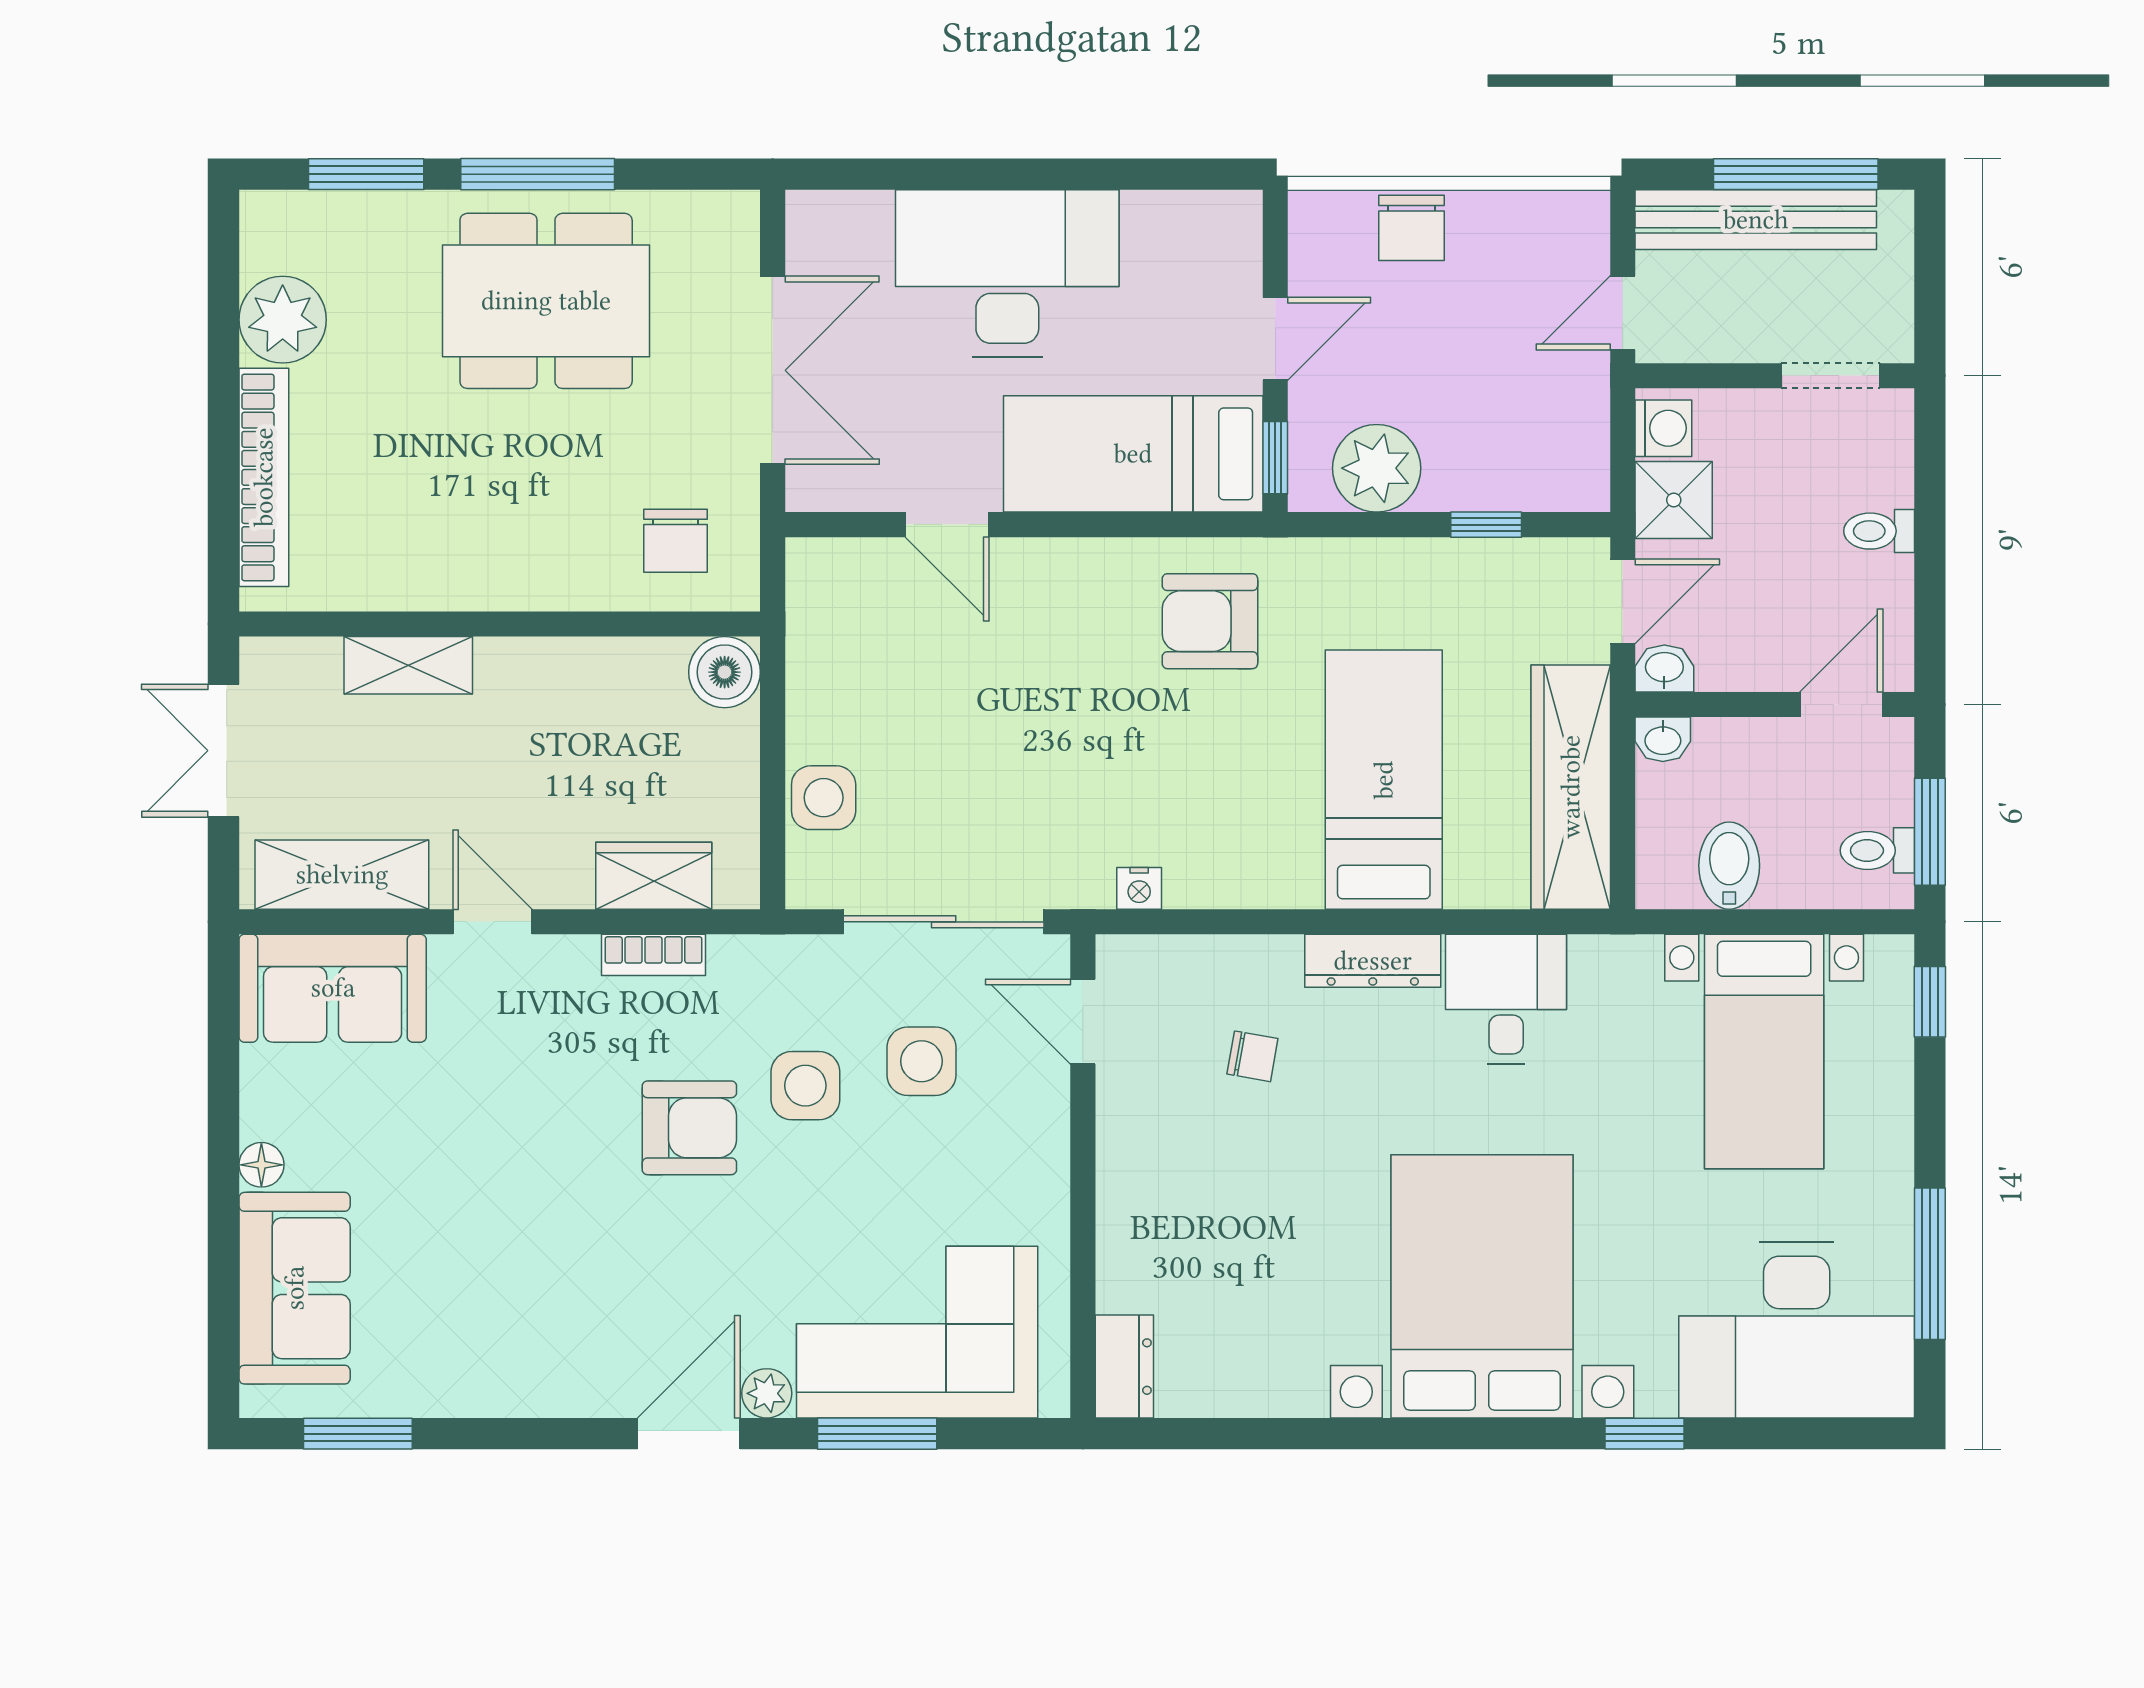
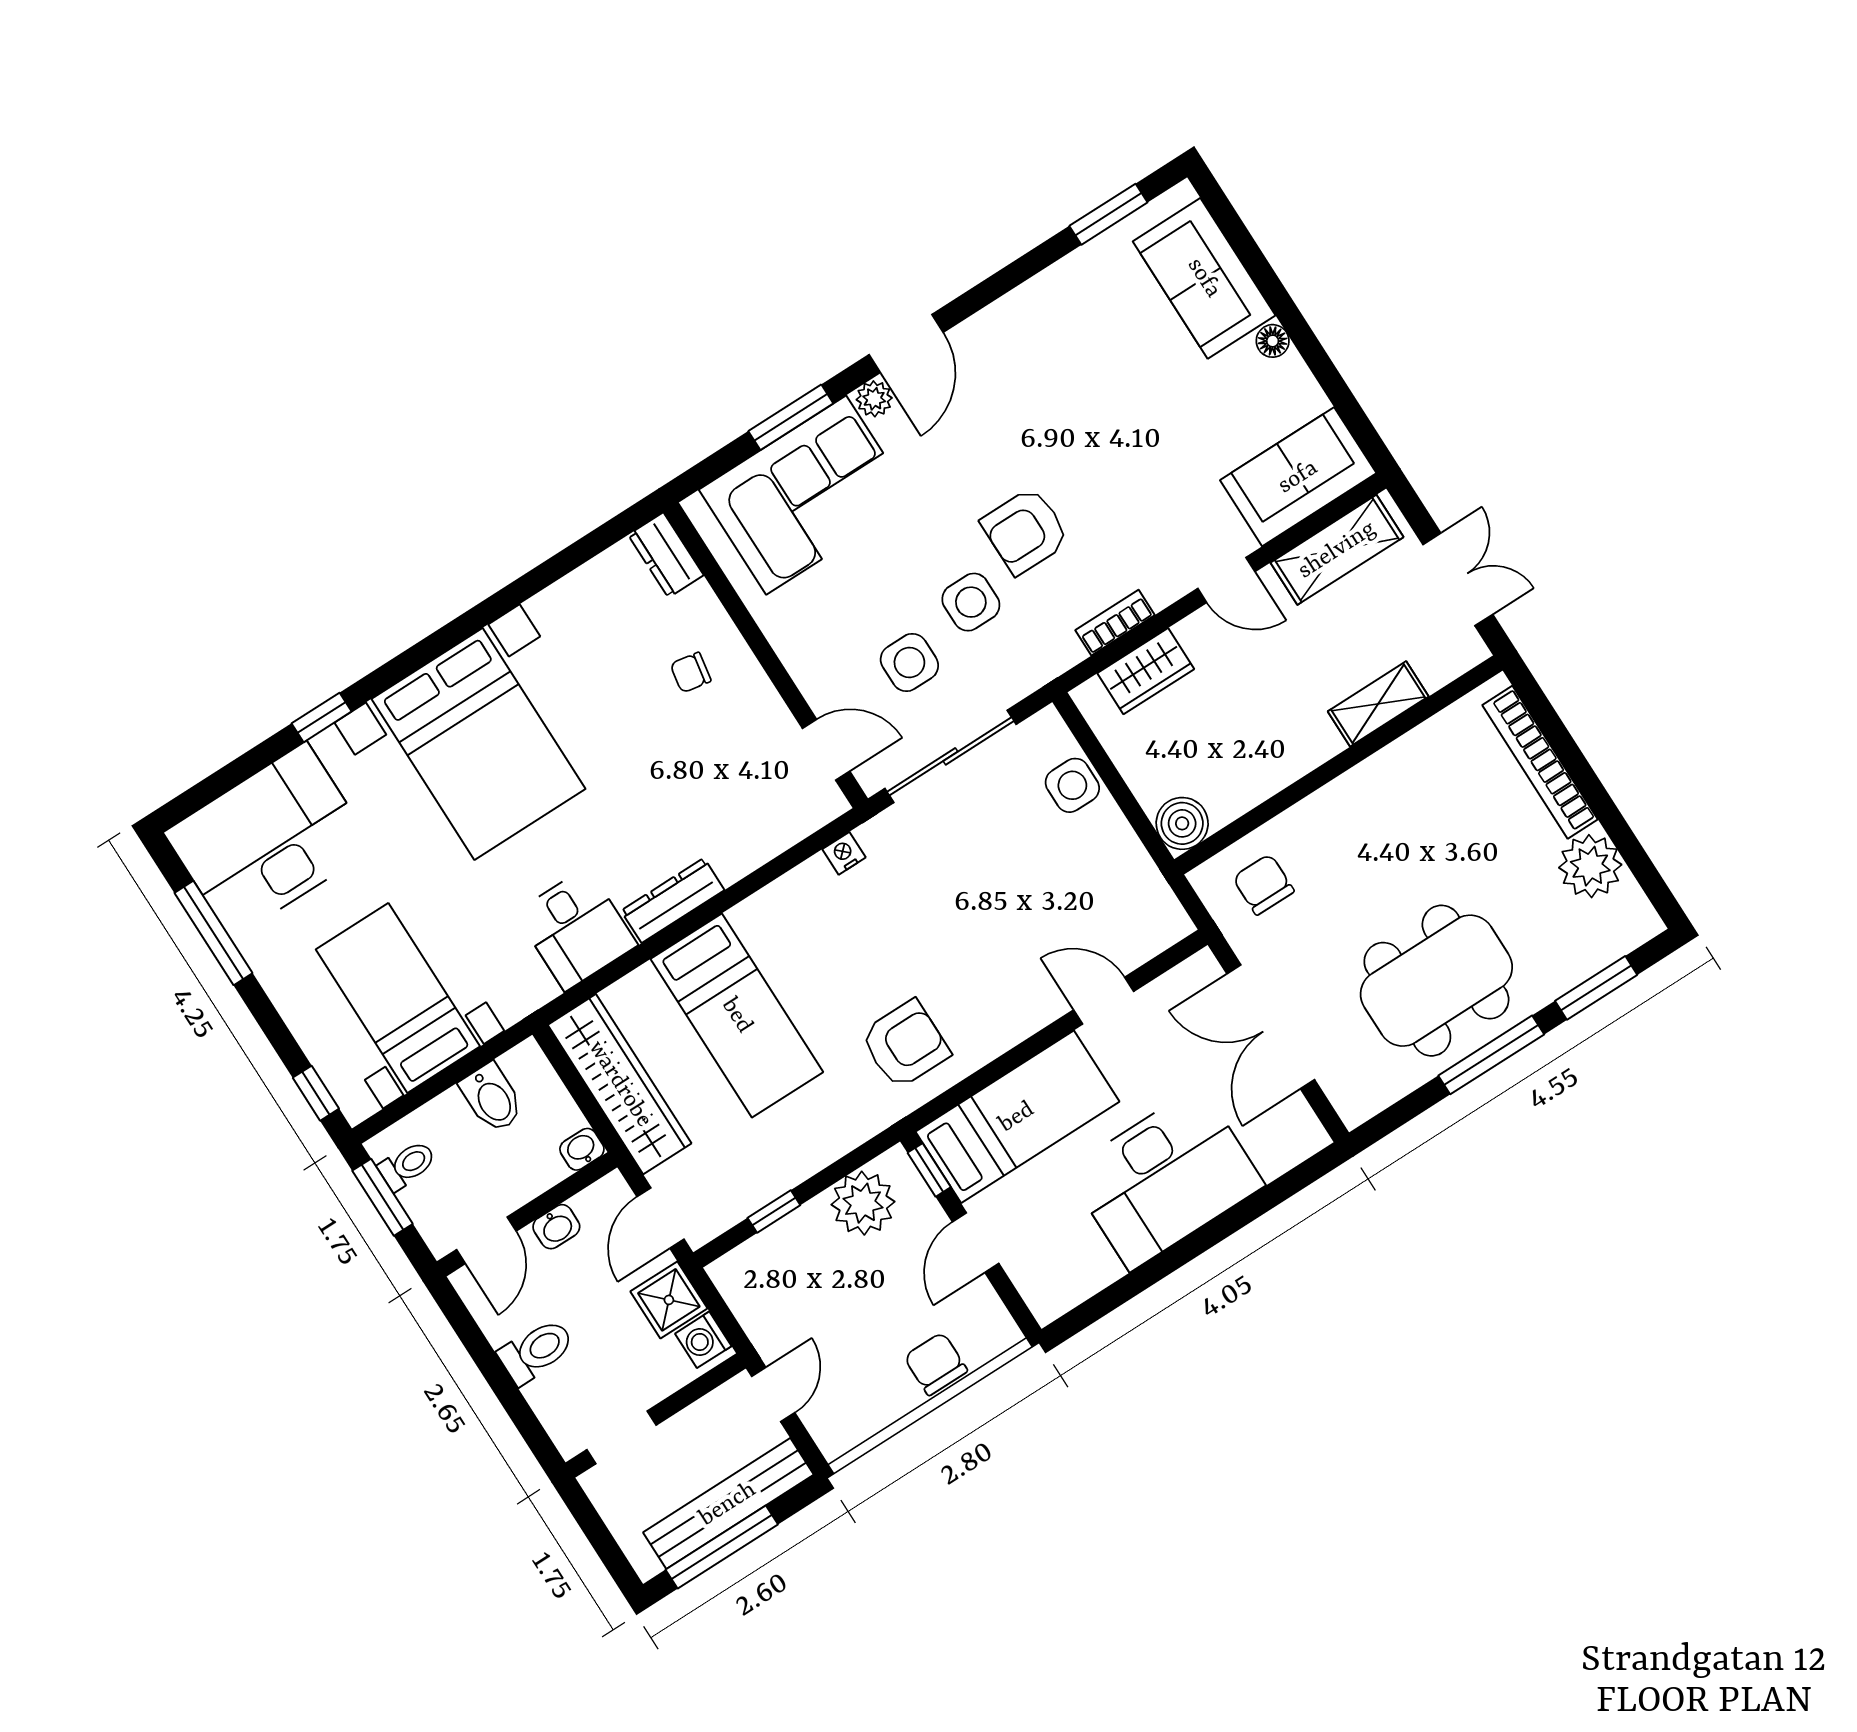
toilet: (1879, 531) -> (536, 1351), width x1.37, depth x1.39
washbasin: (1664, 668) -> (556, 1227), moved
chair: (1252, 1056) -> (691, 672), moved

